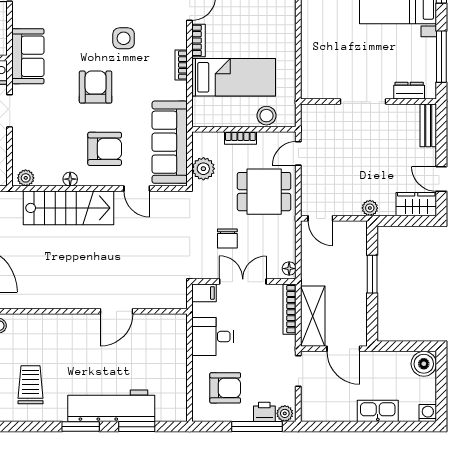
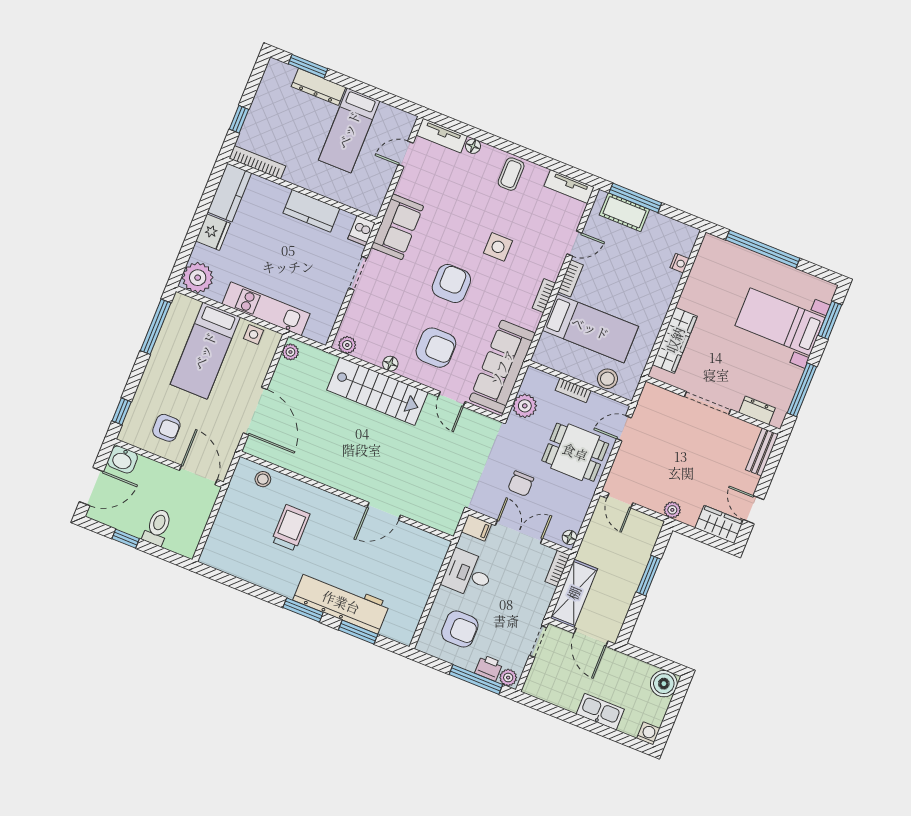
wardrobe: (312, 58) -> (675, 340), added
bookcase: (290, 309) -> (557, 568), width x0.64
trolley: (30, 385) -> (291, 528), moved

